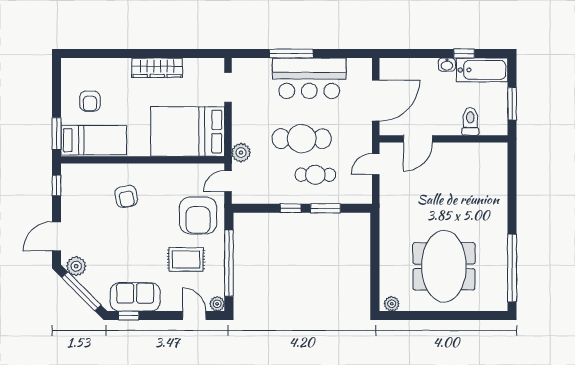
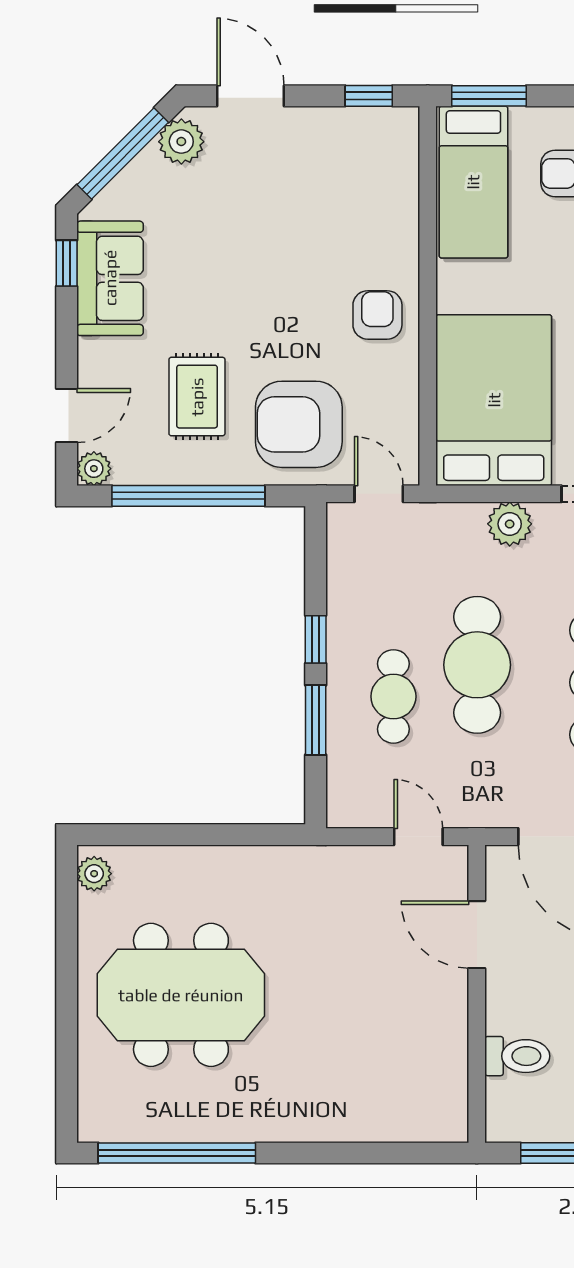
plant: (241, 153) -> (510, 524), moved
armchair: (126, 196) -> (377, 315), moved, turned 101

